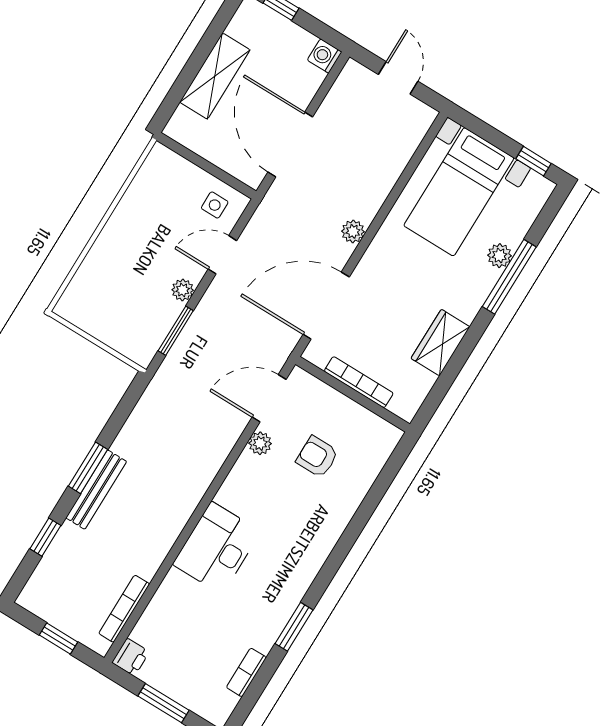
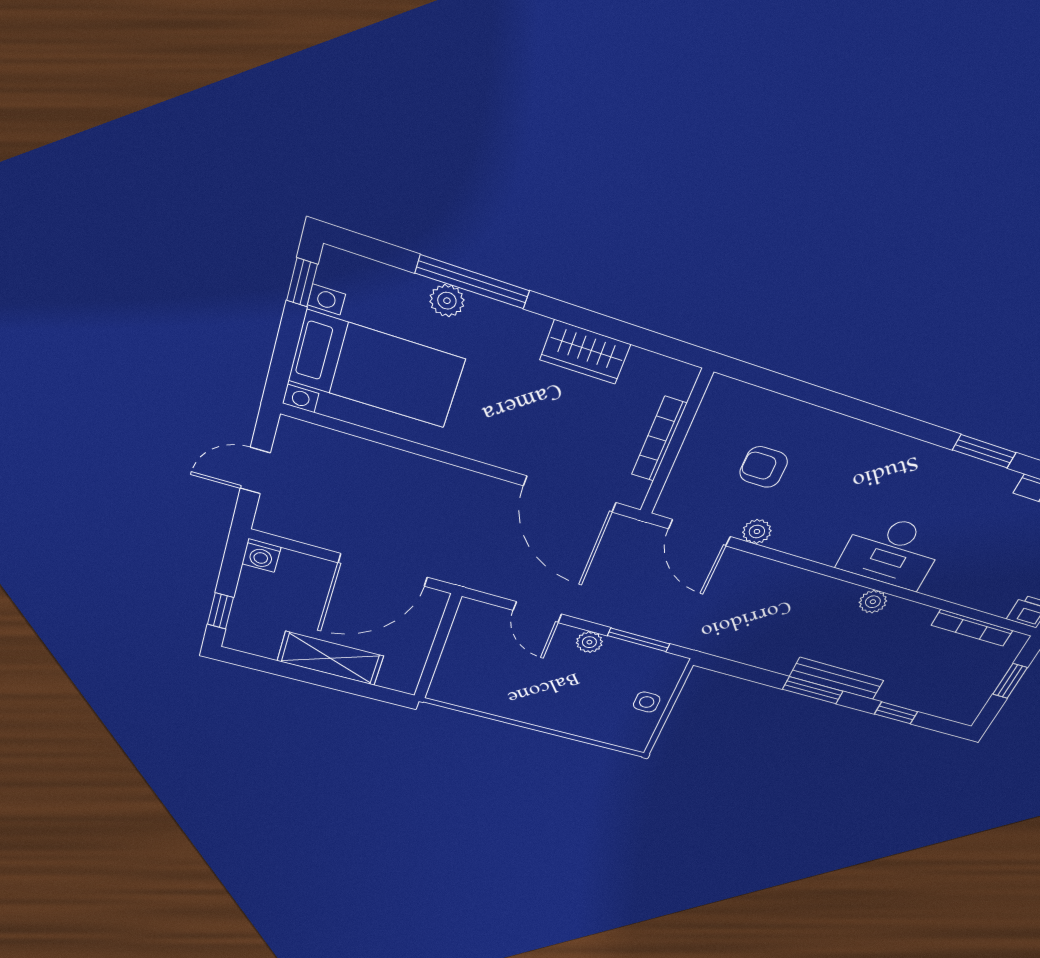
side table: (215, 205) -> (647, 702), moved
plant: (353, 231) -> (873, 602), moved
armchair: (317, 457) -> (764, 467), turned 90

